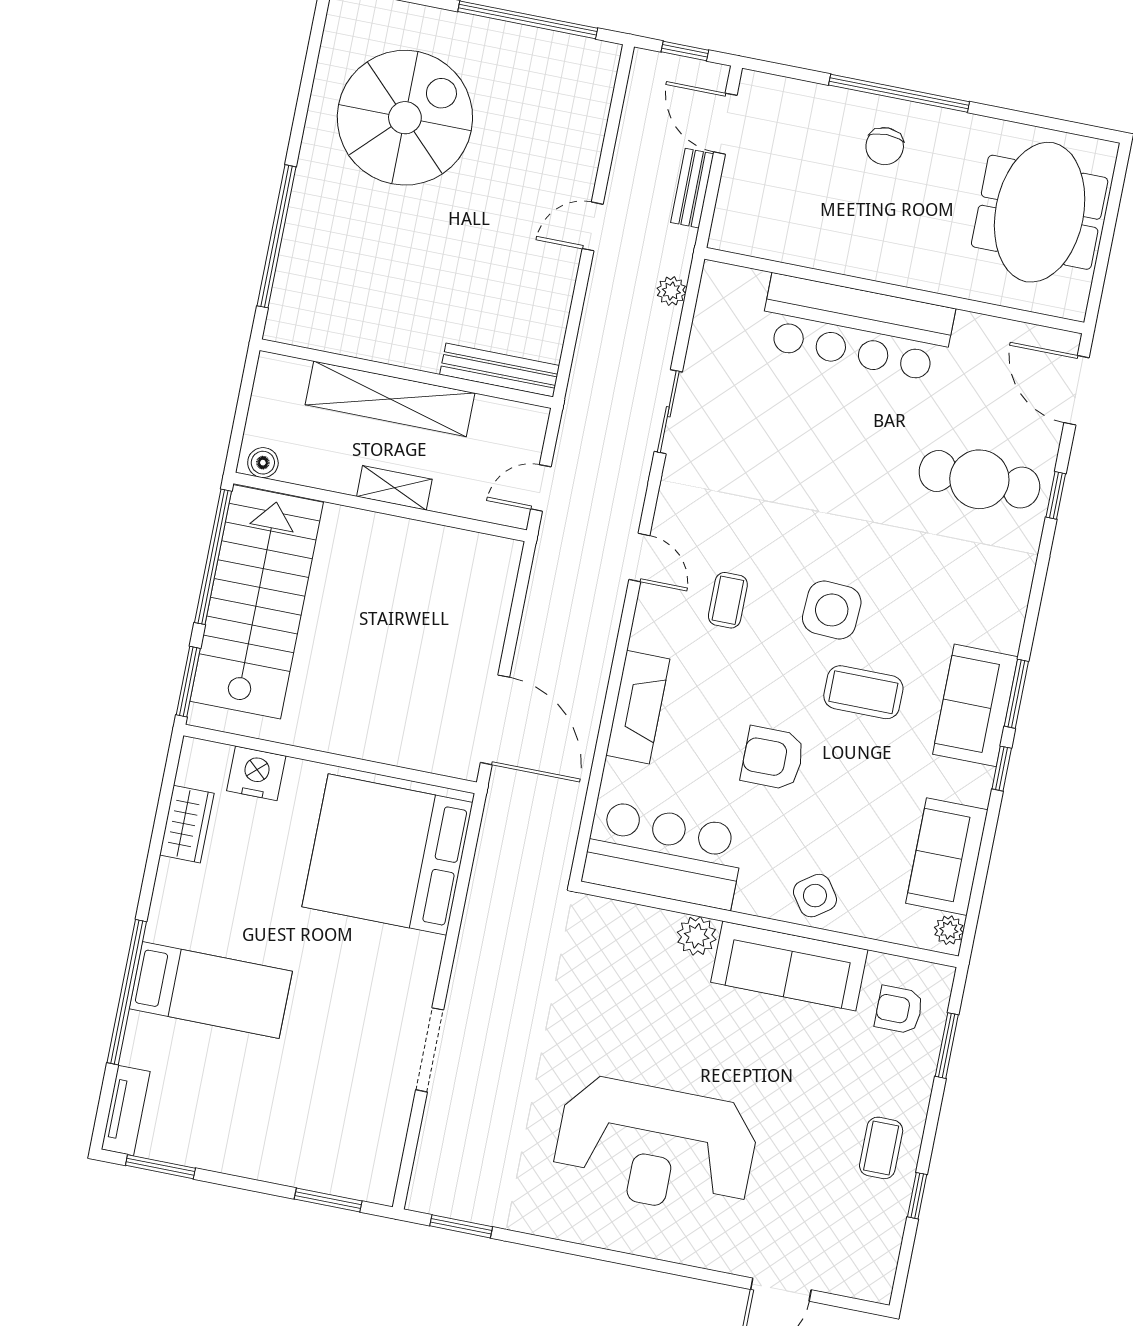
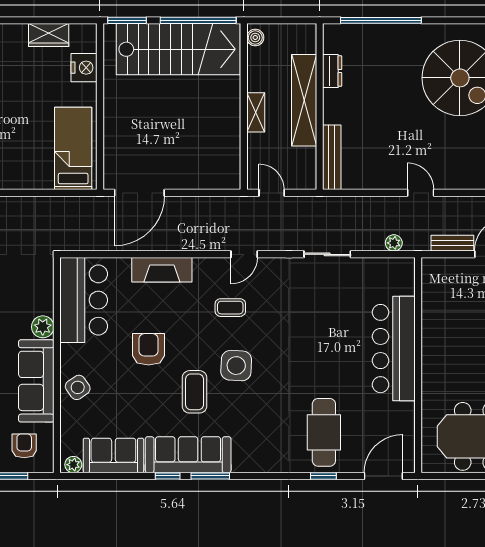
dresser: (348, 339) -> (332, 71), added
sofa: (975, 705) -> (188, 455), width x1.36
bed: (388, 855) -> (73, 148), width x0.49

